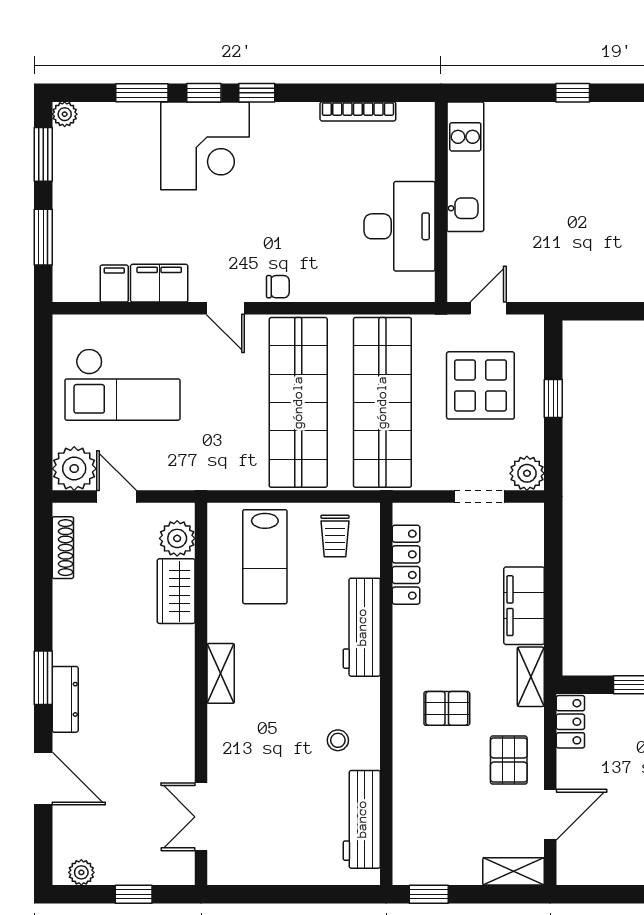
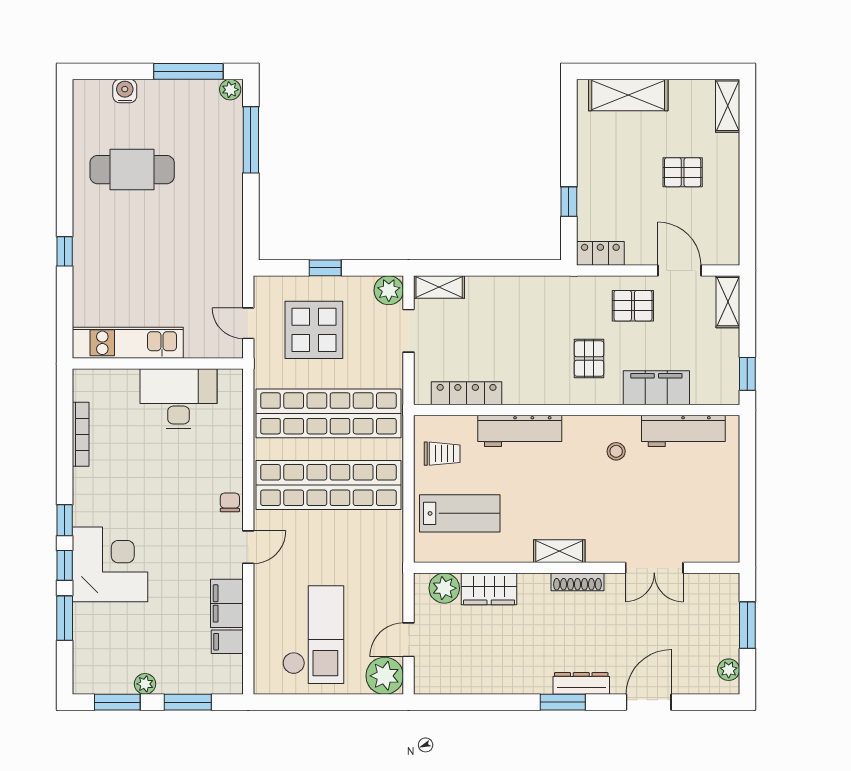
plant: (65, 114) -> (145, 684), moved
shoe rack: (63, 548) -> (577, 582), moved, turned 180
filing cabinet: (524, 606) -> (656, 388), moved, turned 180
shelving: (531, 677) -> (439, 287), moved
double door: (201, 817) -> (654, 568), moved
window: (134, 894) -> (747, 625), width x1.50

